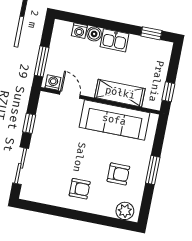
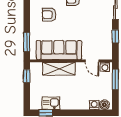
boiler: (94, 34) -> (104, 105), moved
kitchen sink: (114, 40) -> (51, 103), moved
window: (153, 170) -> (27, 42), moved

